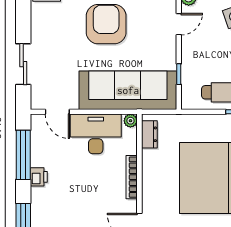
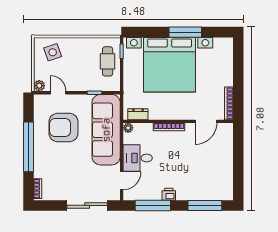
armchair: (106, 24) -> (63, 128), moved
sliding door: (23, 64) -> (87, 205), width x1.37
desk: (96, 134) -> (138, 158), width x0.73

